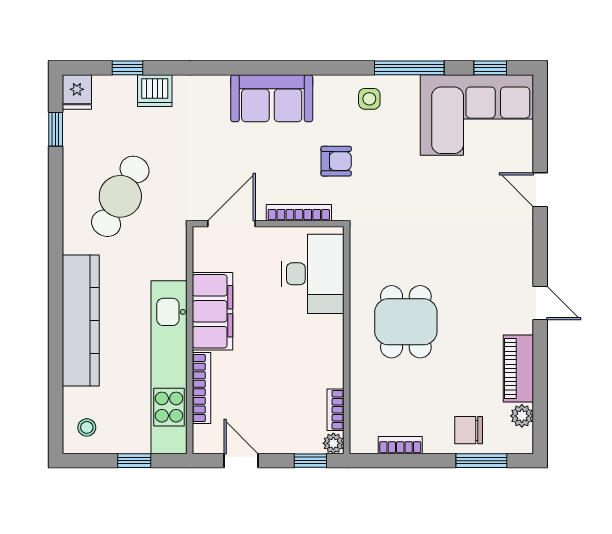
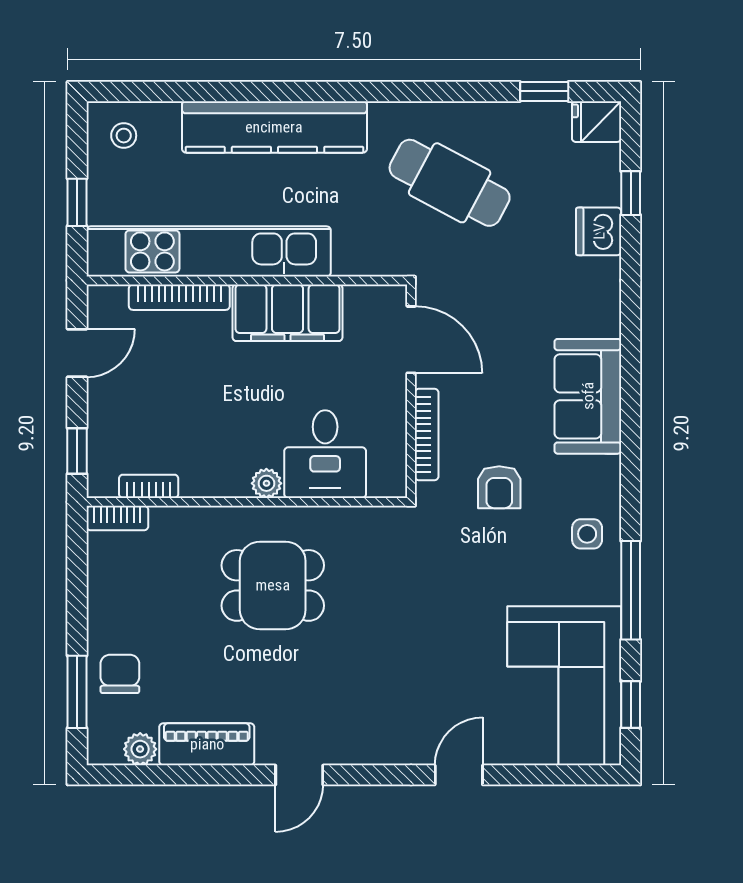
desk: (313, 274) -> (325, 454), width x0.73
plant: (333, 443) -> (266, 483), moved
bookcase: (400, 445) -> (117, 518), moved, turned 90

